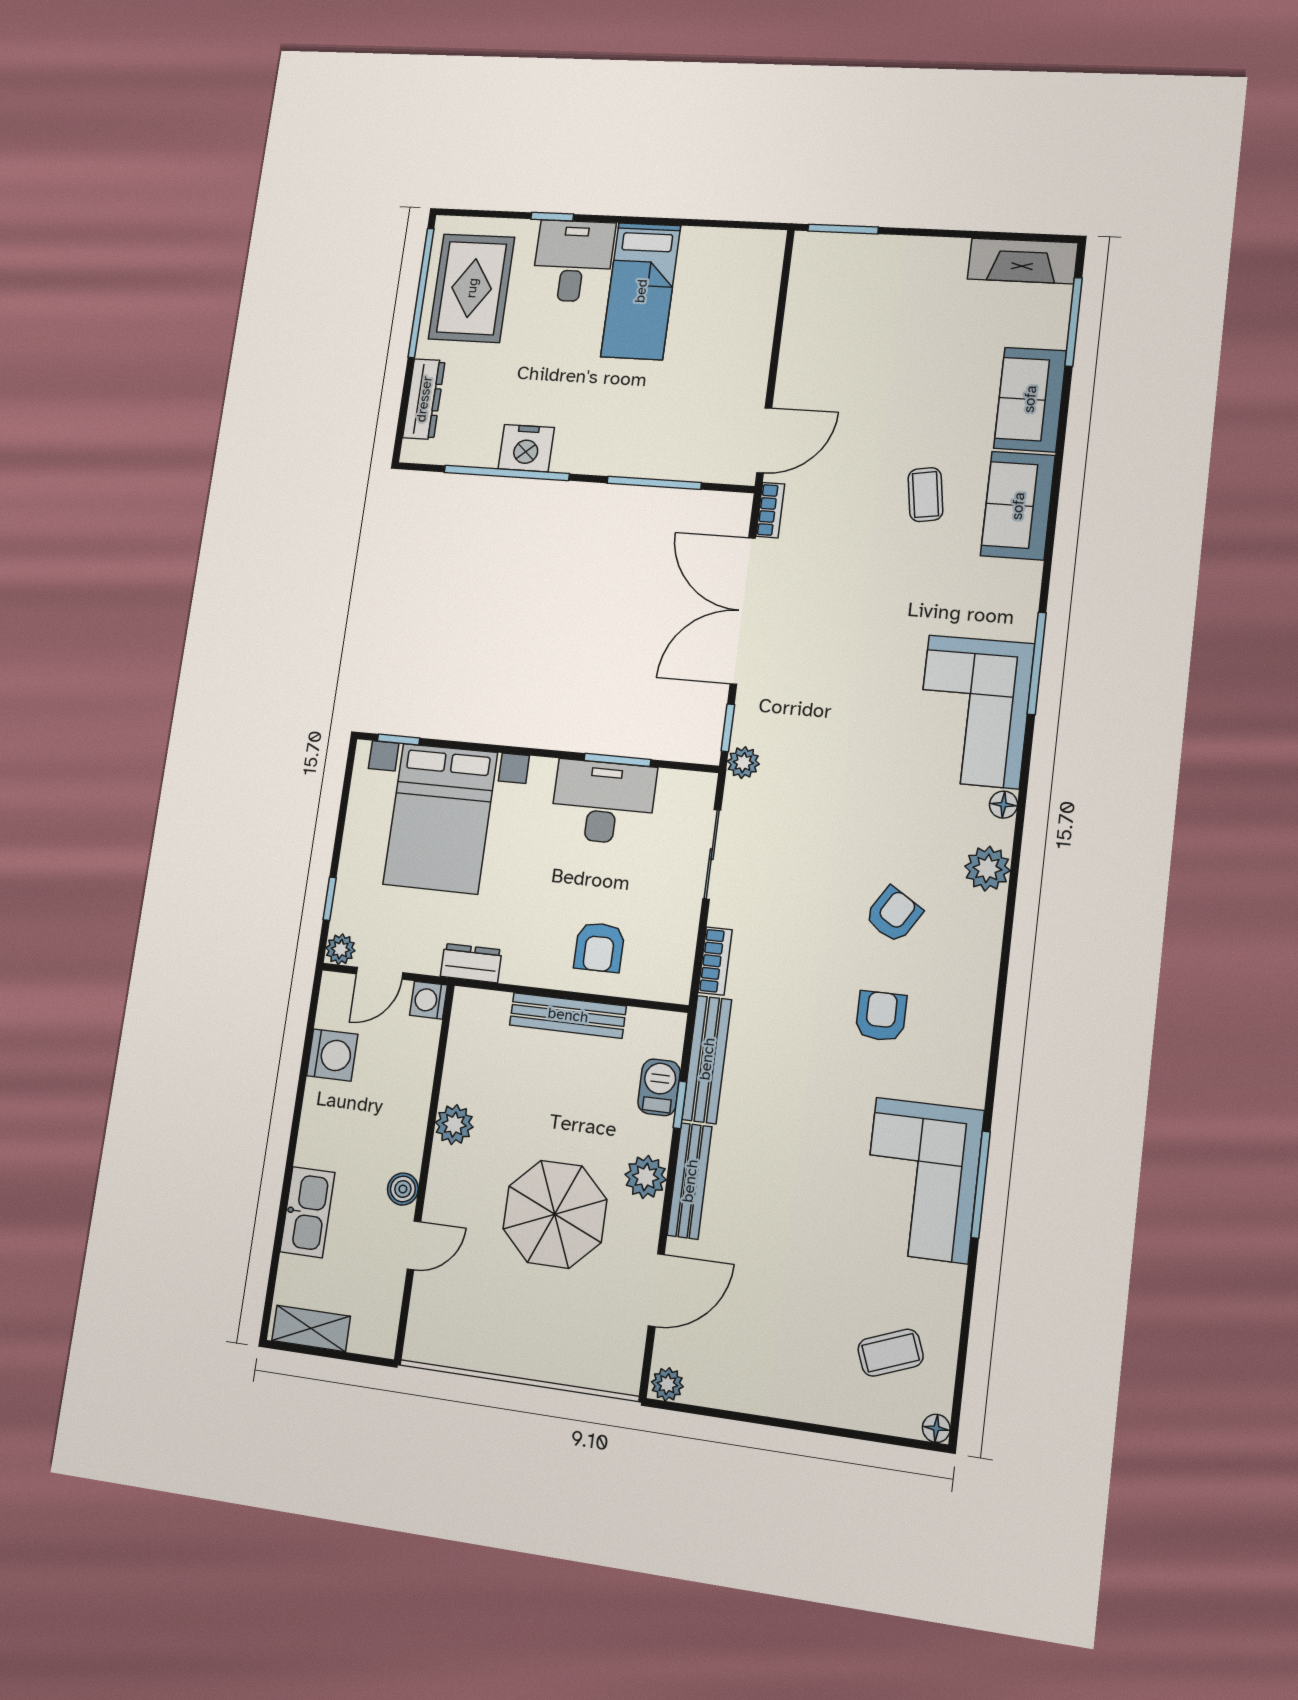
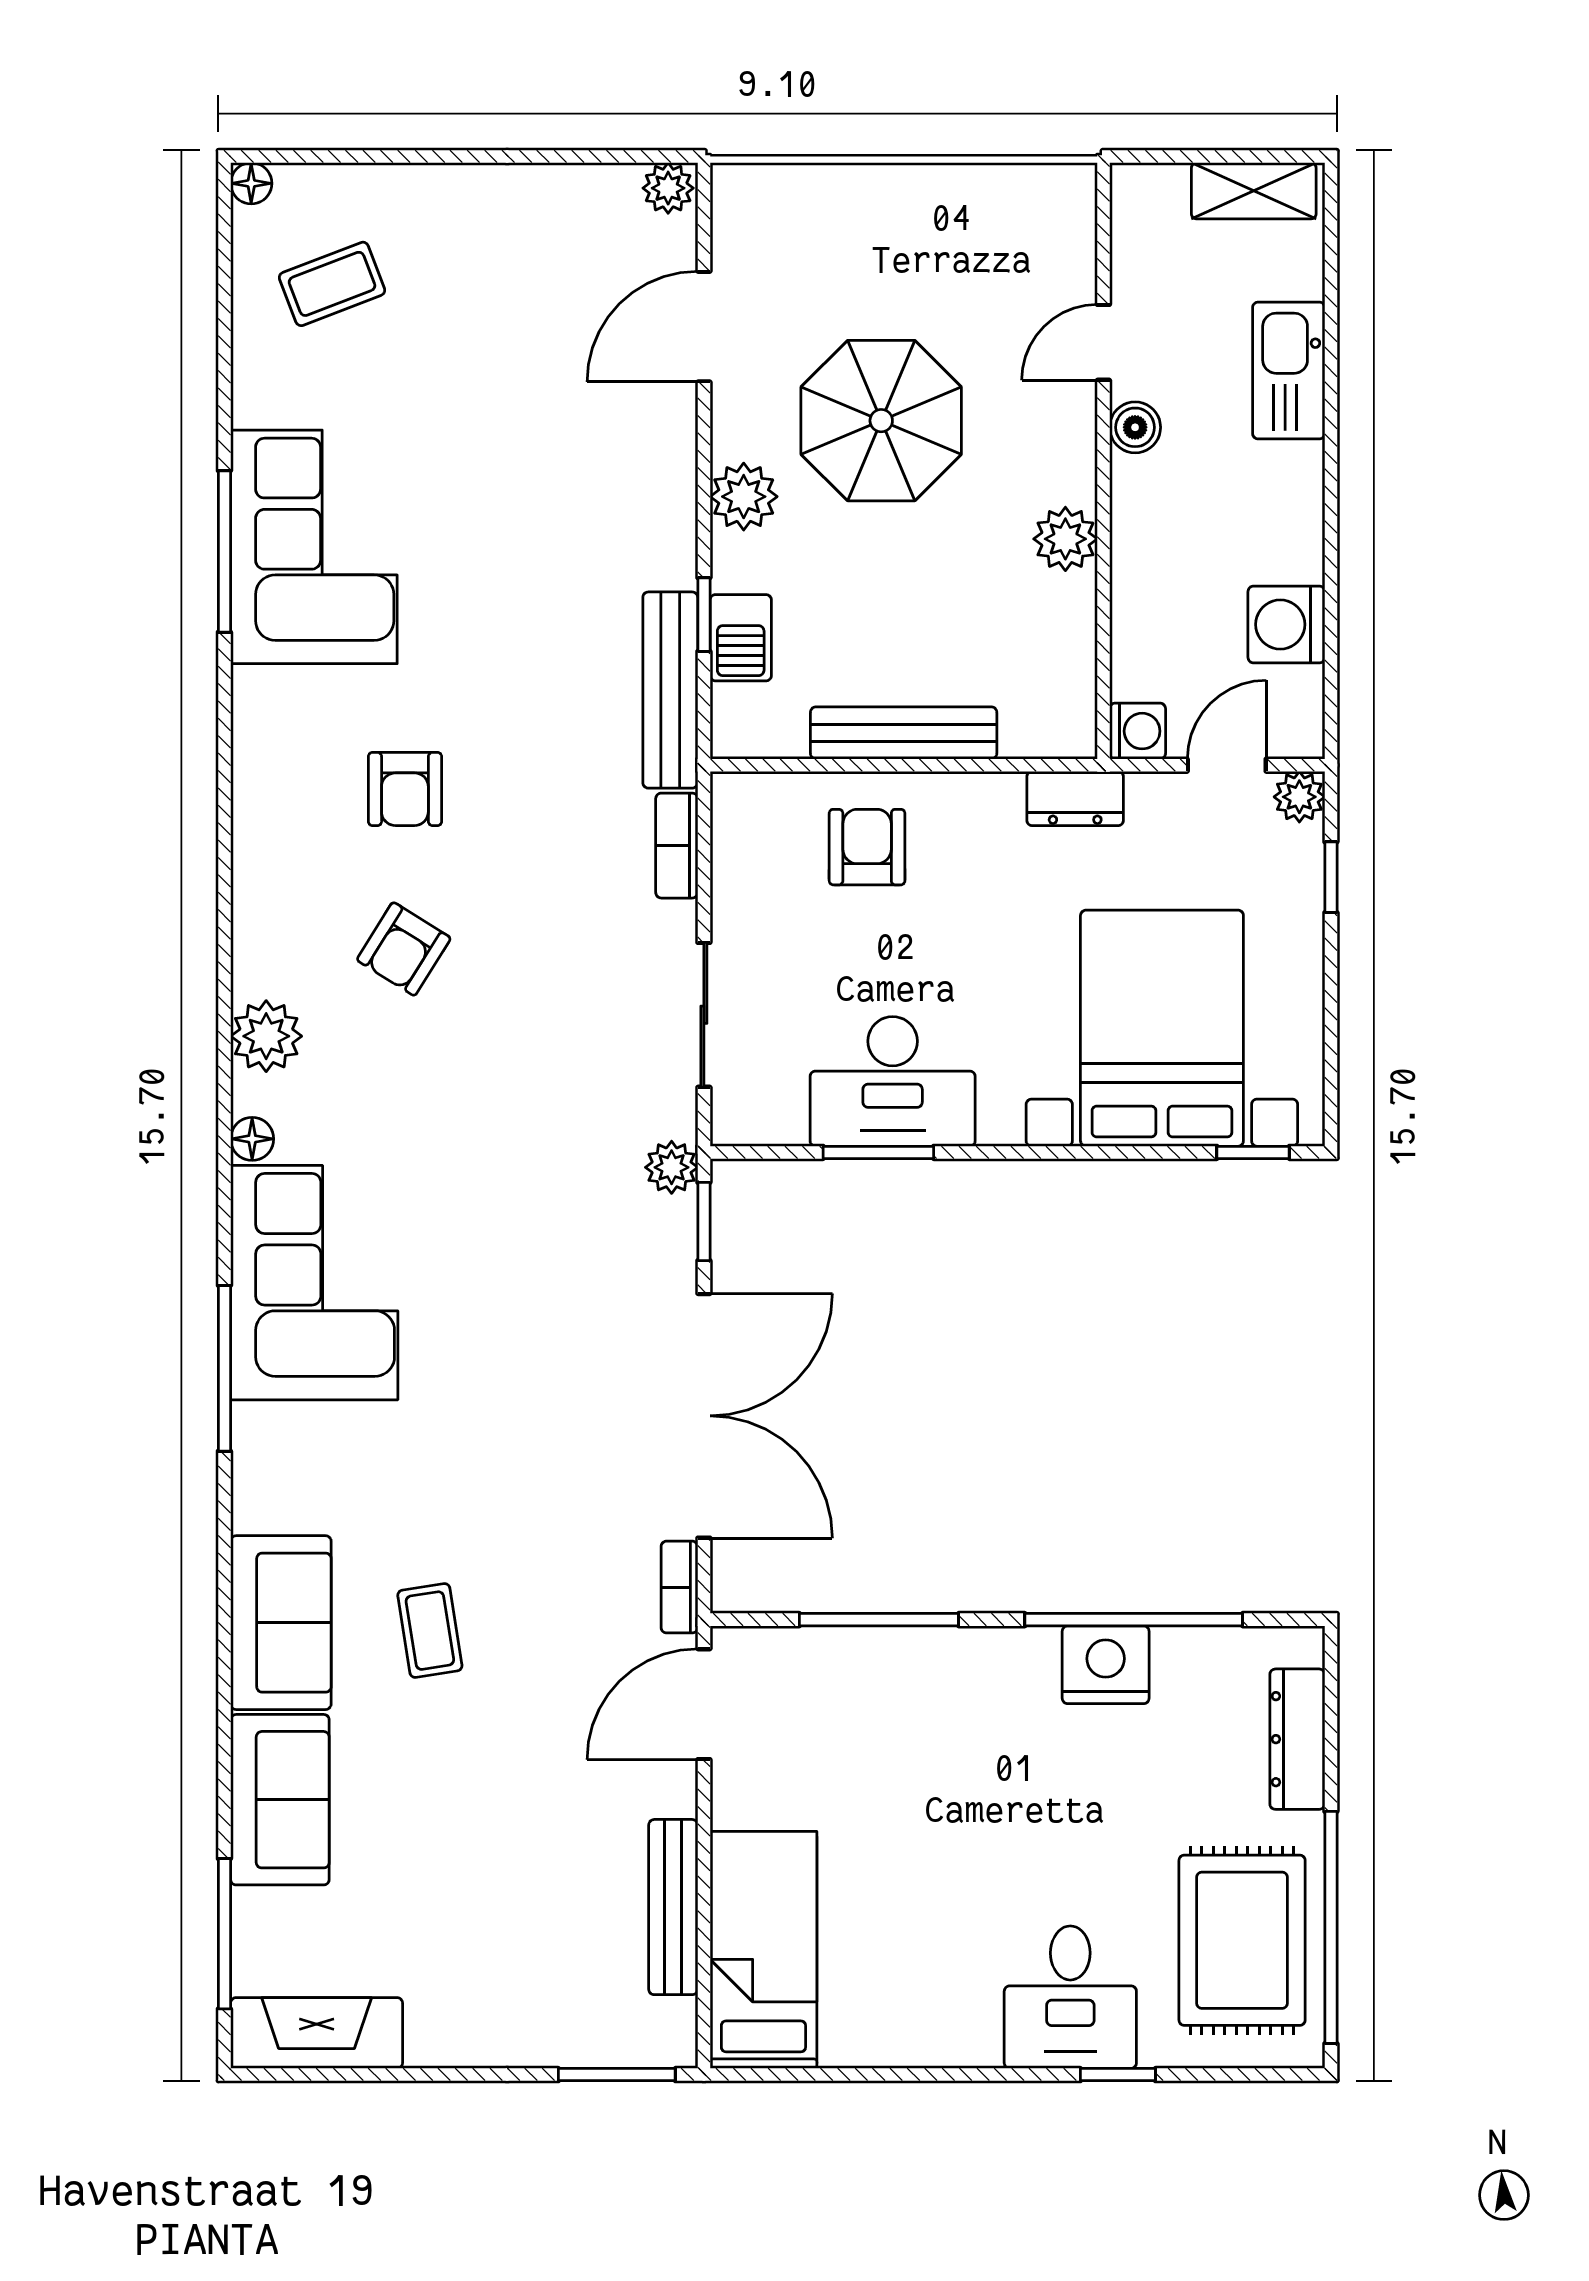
bed: (641, 291) -> (763, 1950), moved
bench: (690, 1181) -> (673, 1907), moved

